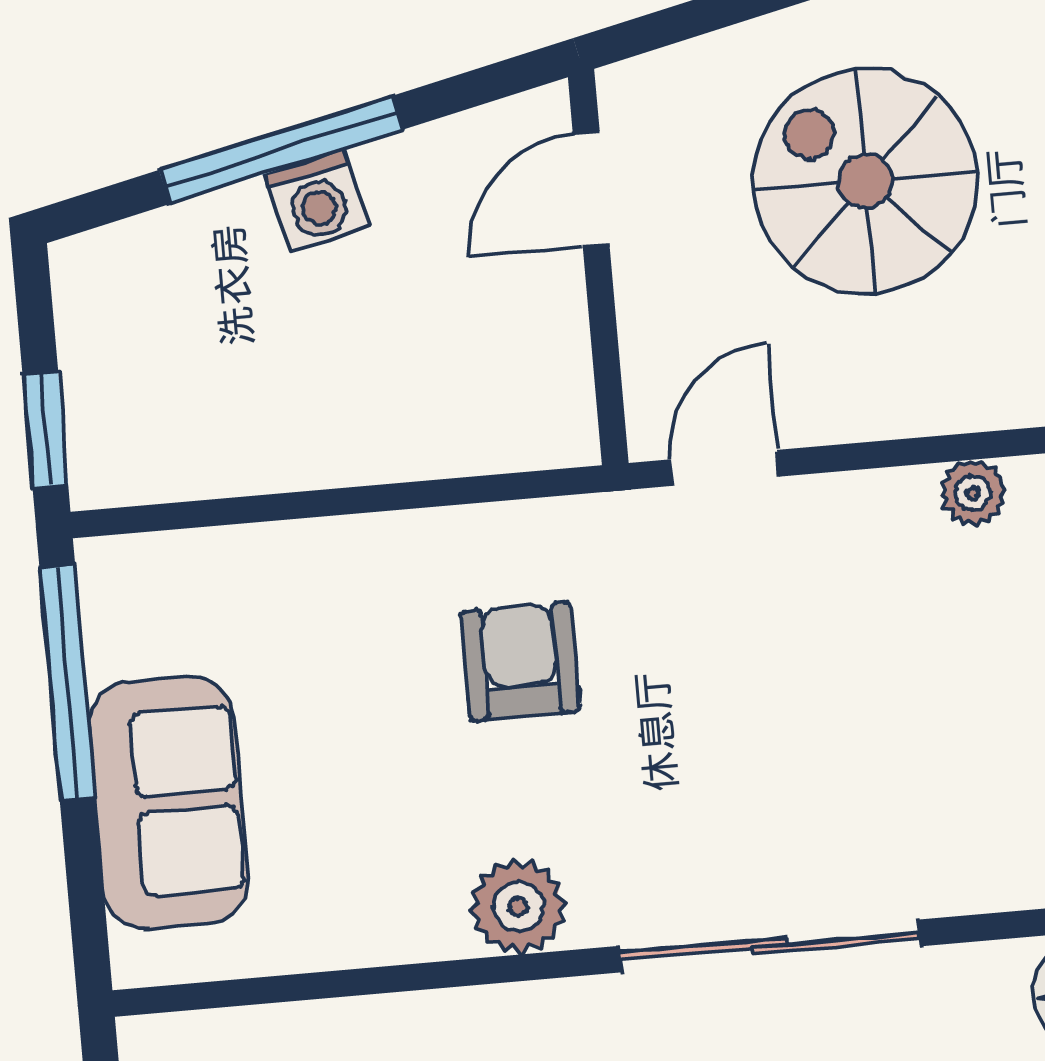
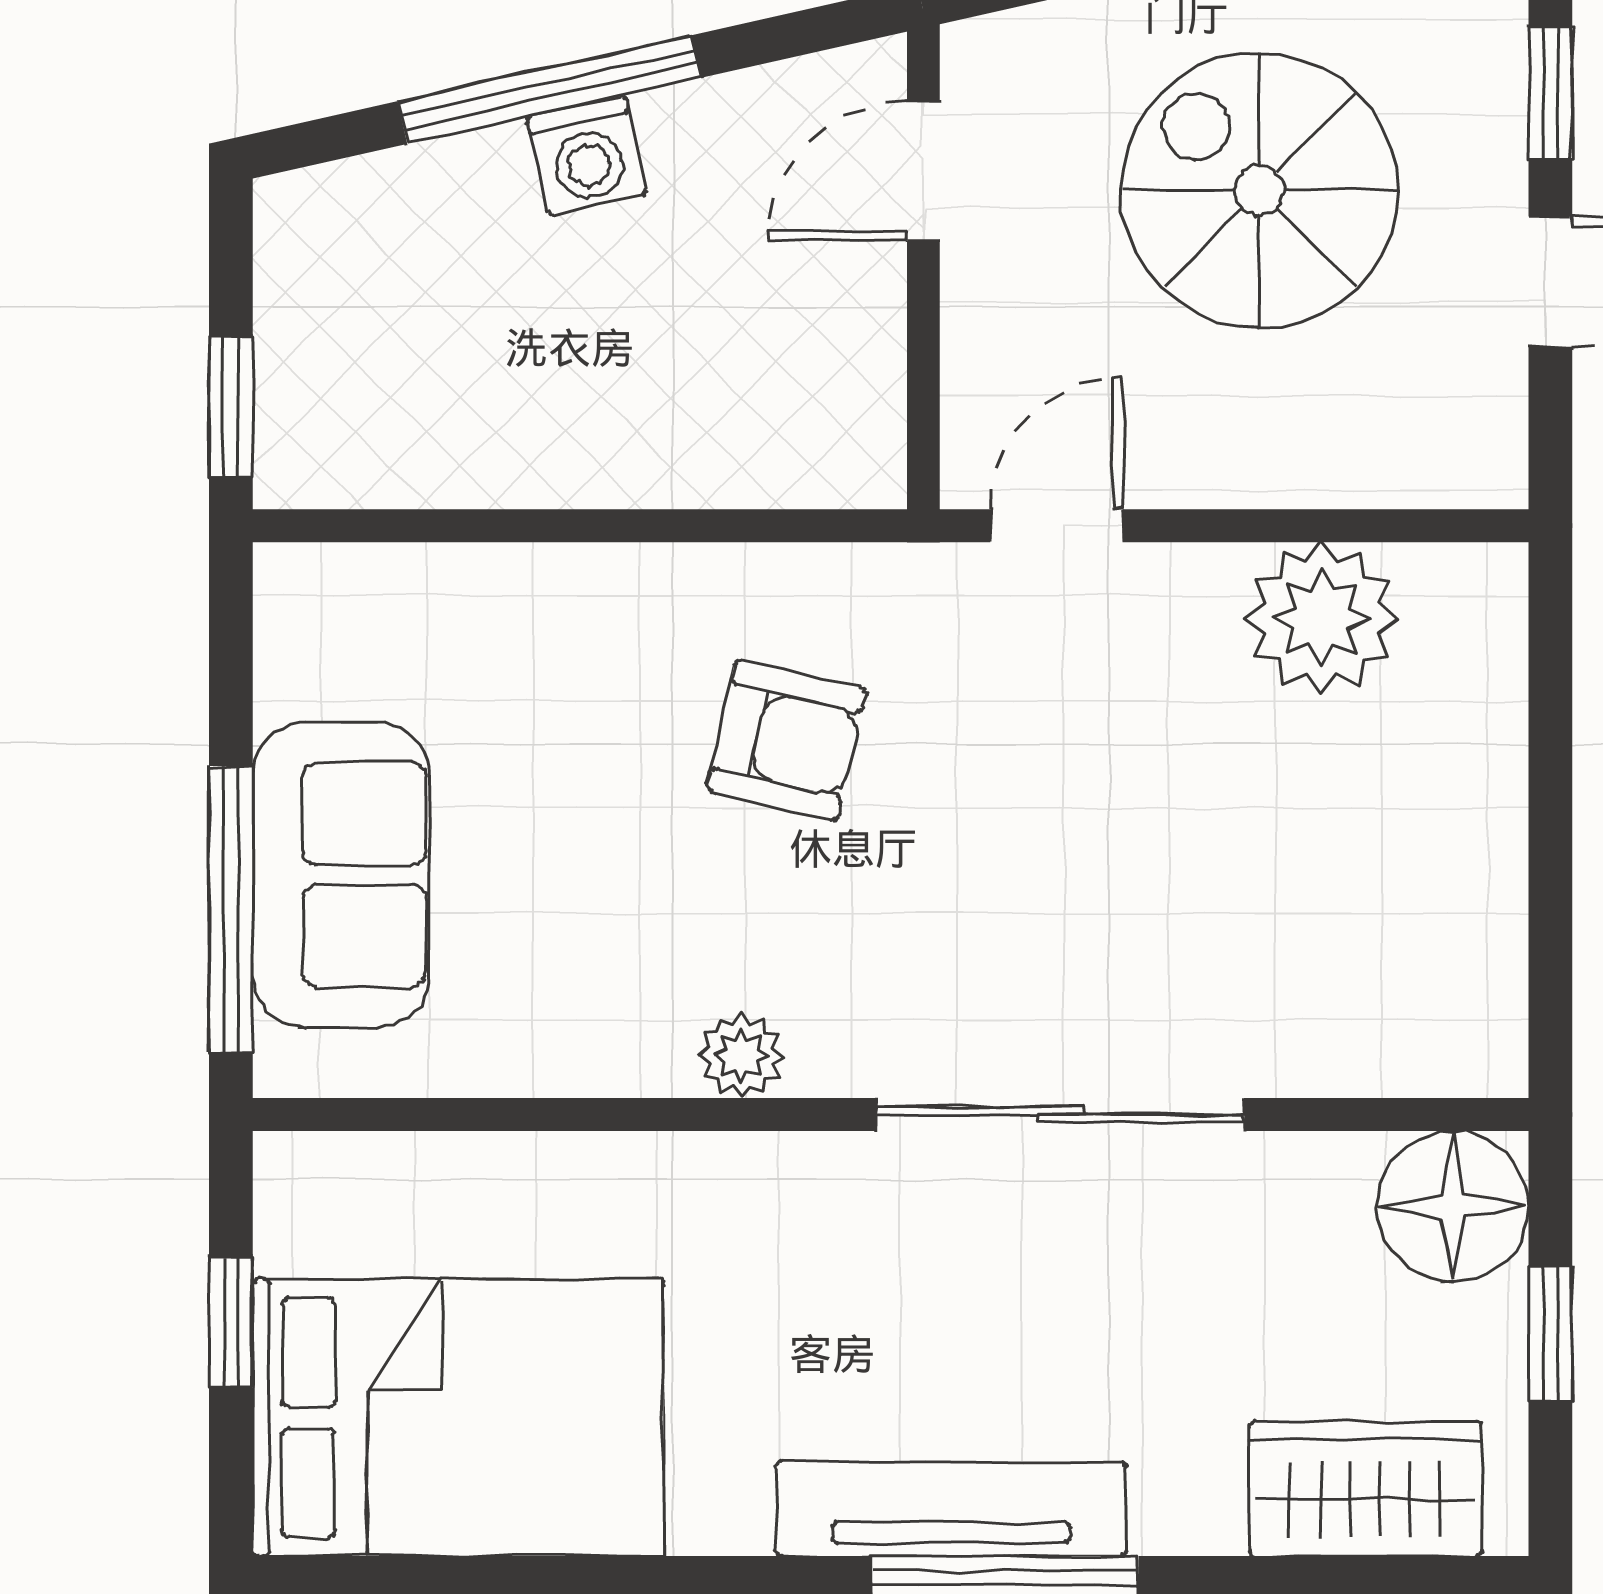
plant: (973, 493) -> (1322, 618), width x1.88, depth x1.88
armchair: (520, 661) -> (787, 740), turned 103
window: (68, 683) -> (231, 909), moved
plant: (518, 907) -> (741, 1056), width x0.73, depth x0.73

